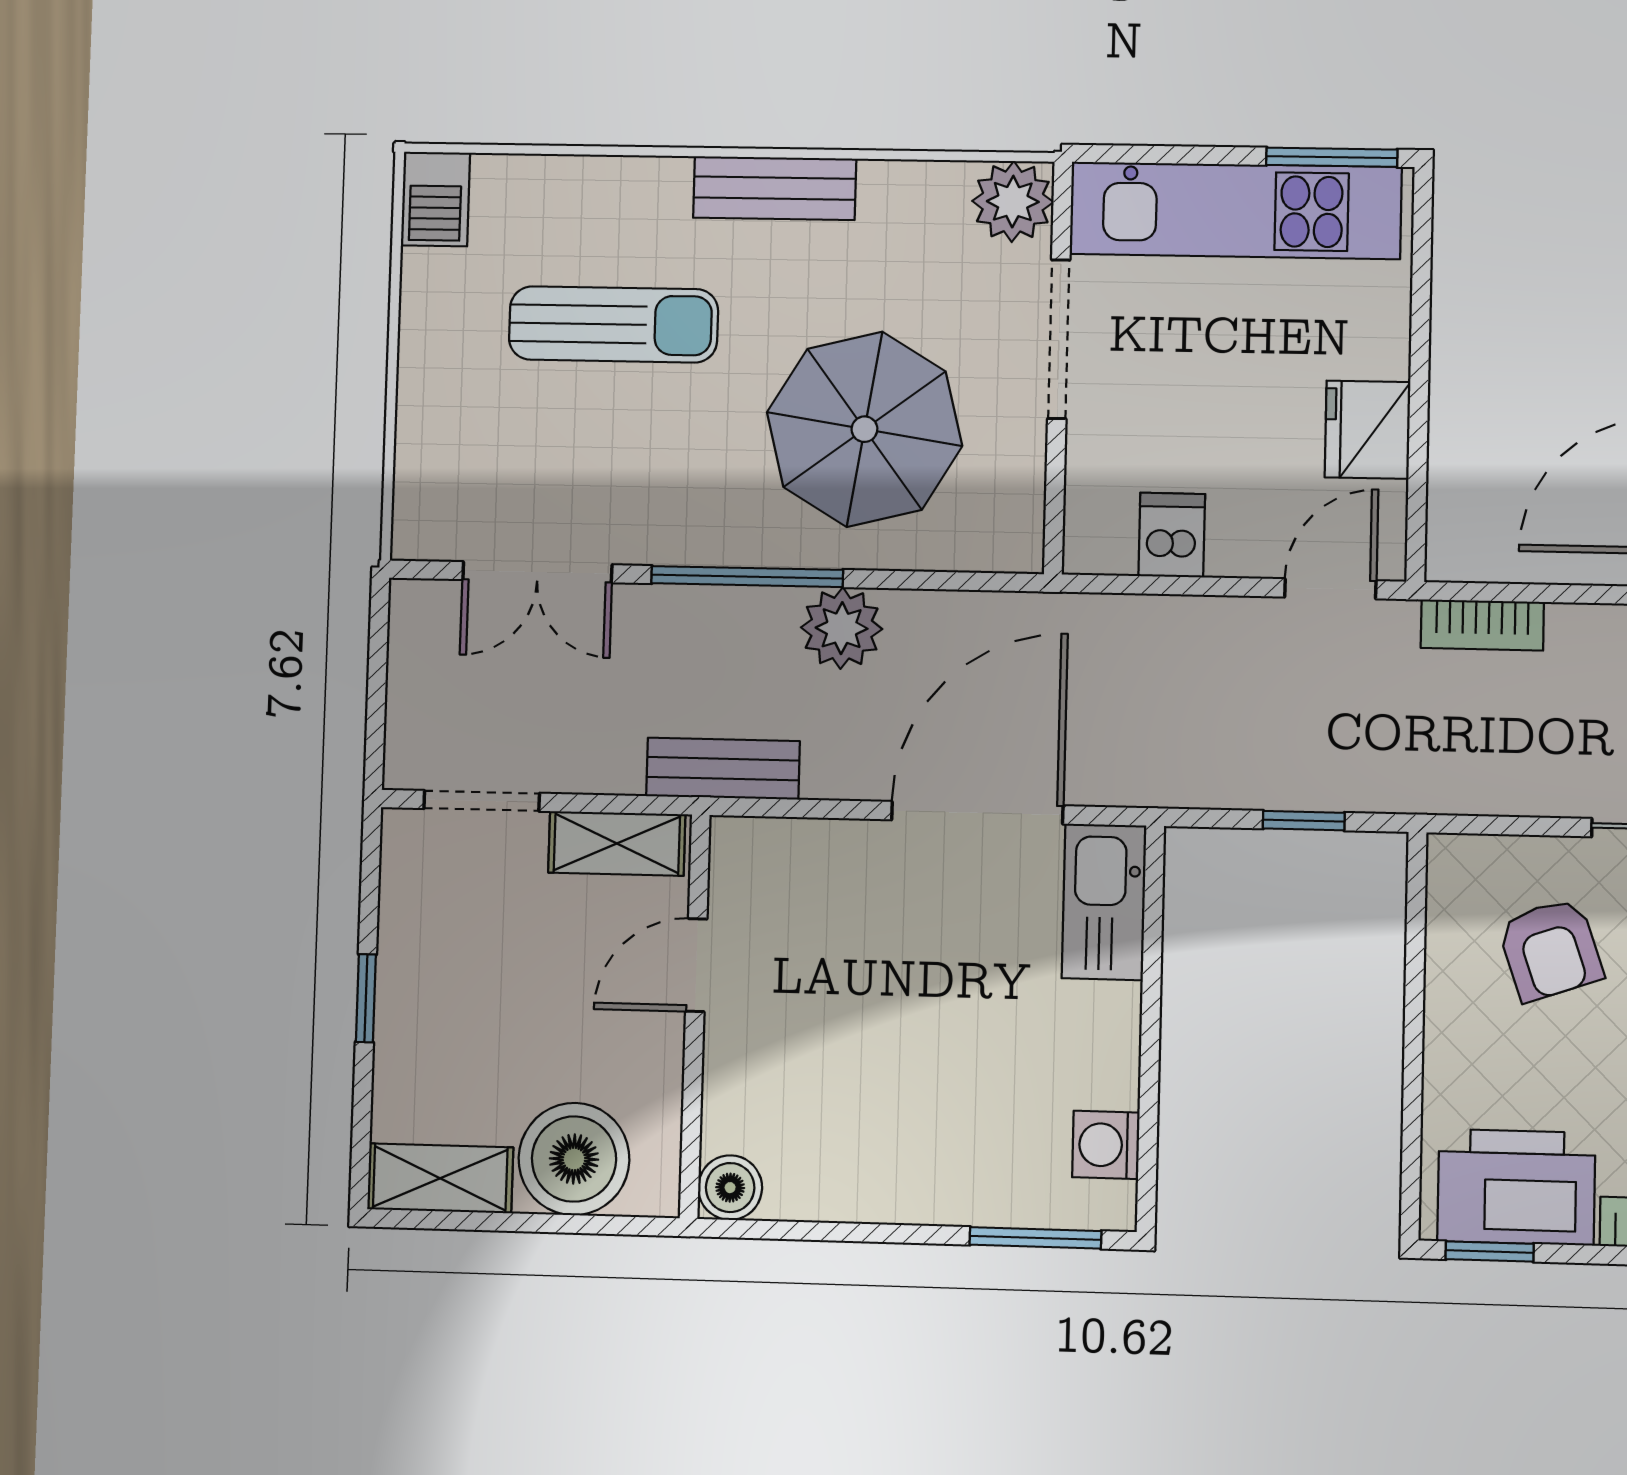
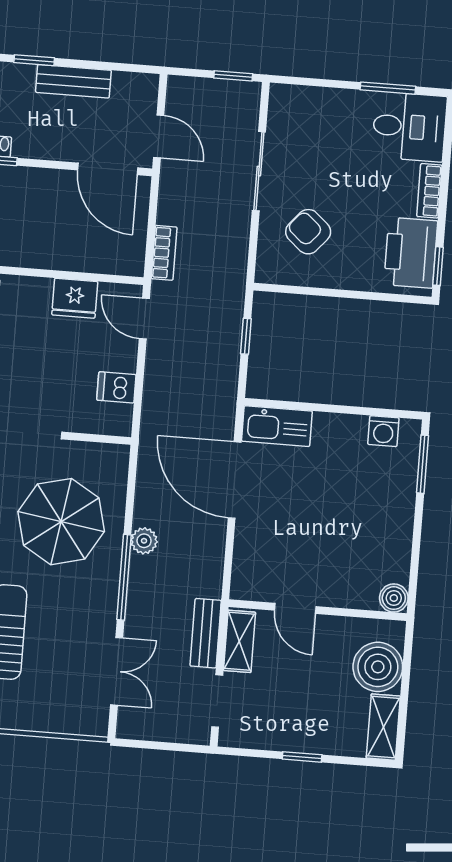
plant: (842, 628) -> (144, 541), width x0.73, depth x0.73
bench: (723, 769) -> (206, 633), moved
armchair: (1550, 950) -> (308, 232), turned -120

